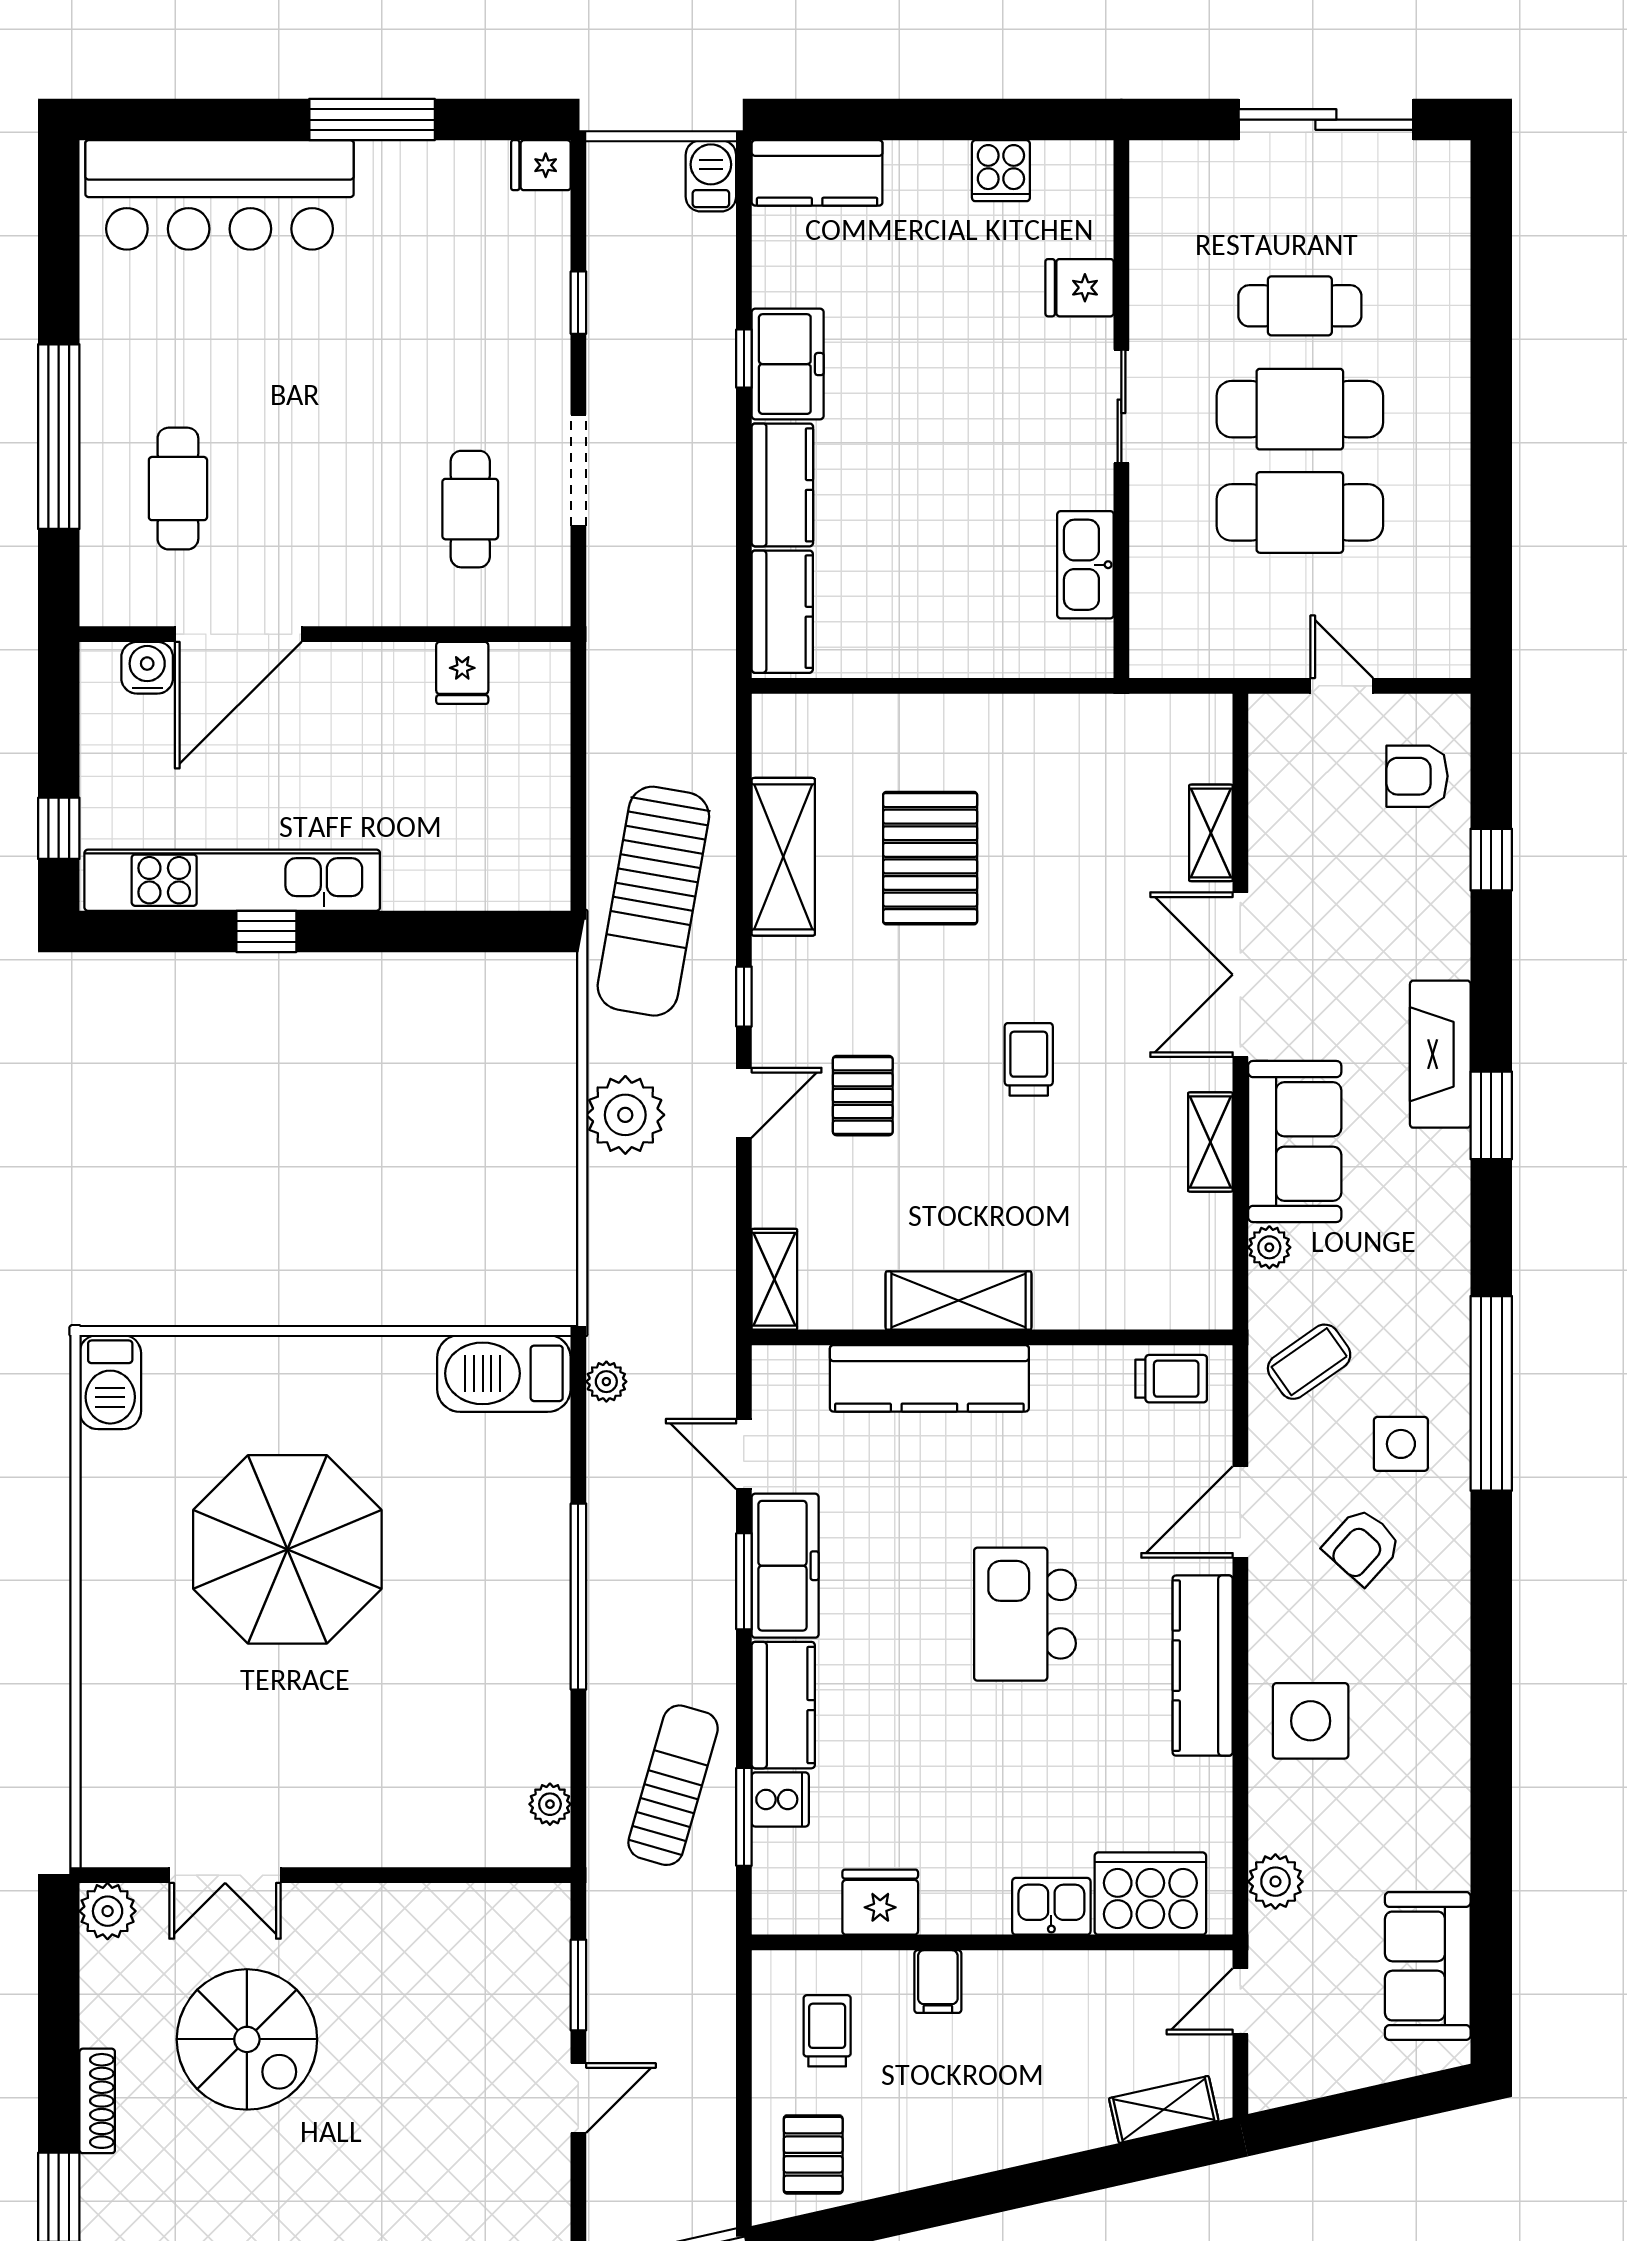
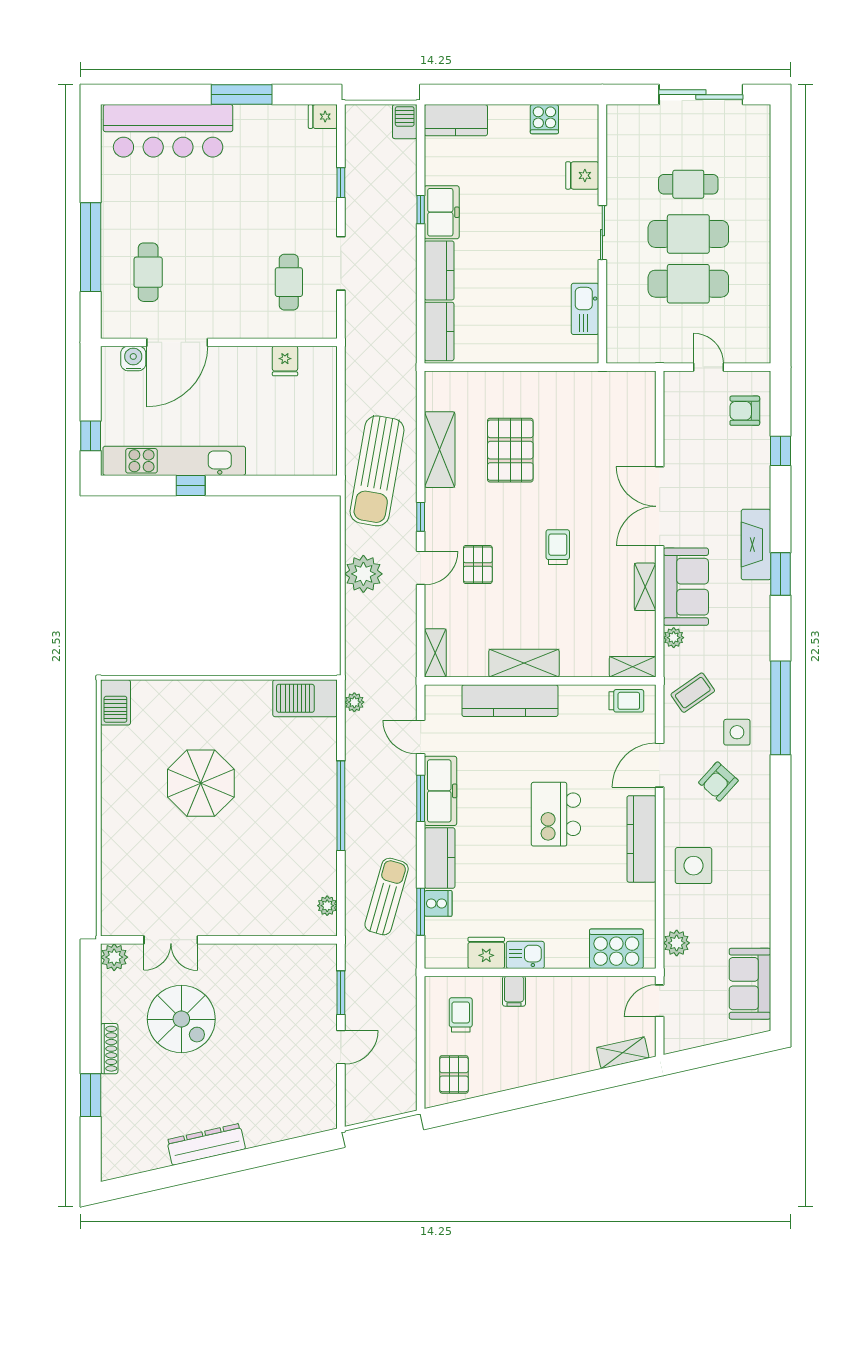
shelving: (1211, 833) -> (633, 667), moved, turned 90
parasol: (287, 1549) -> (201, 783), width x0.73, depth x0.73
kitchen sink: (1051, 1906) -> (525, 955), moved

